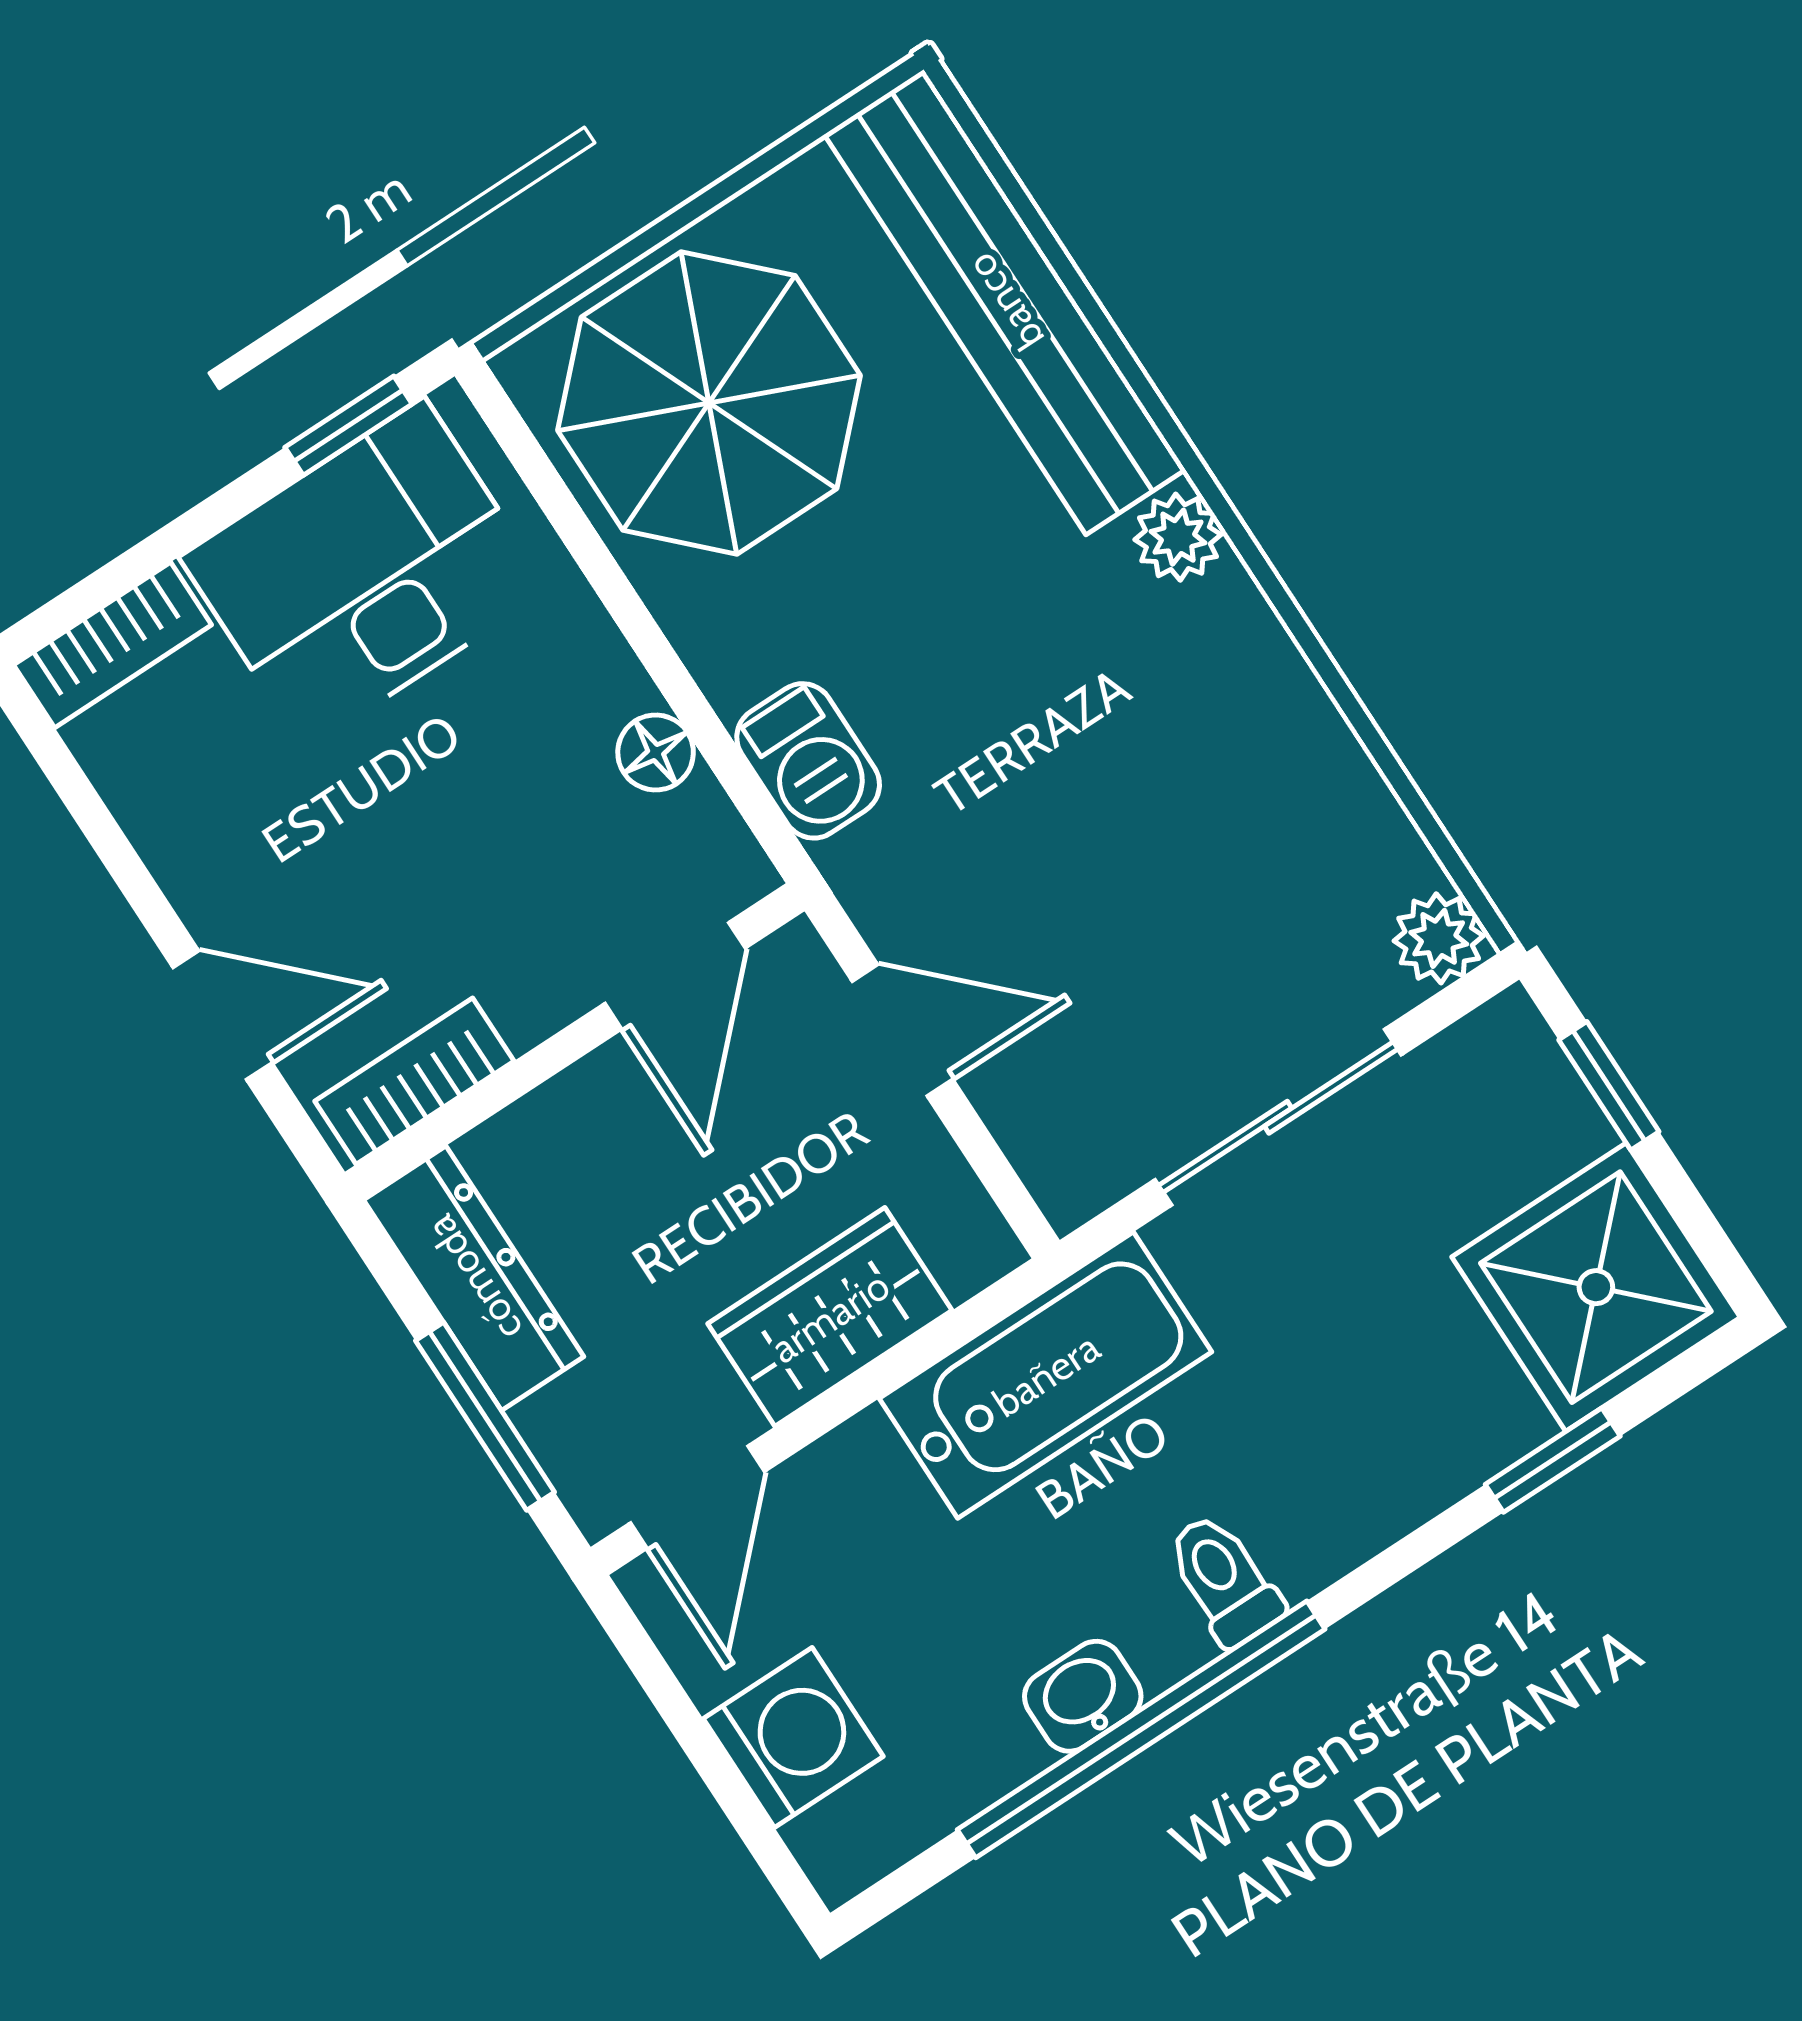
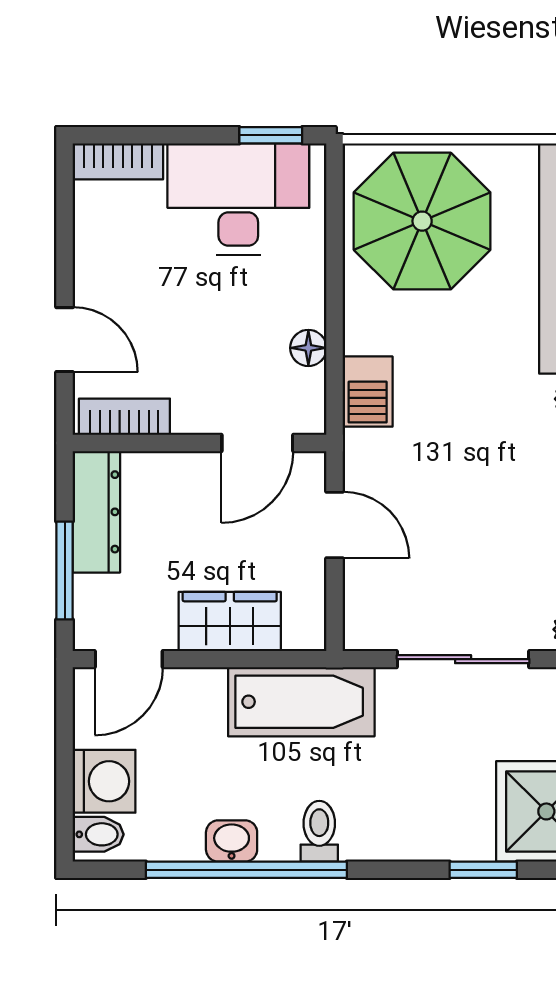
bidet: (843, 1836) -> (98, 834), added

